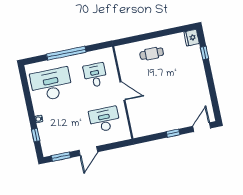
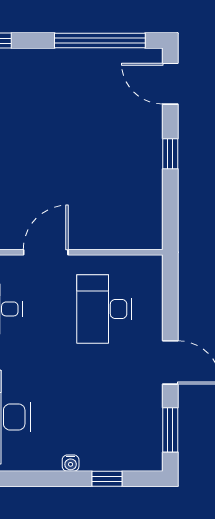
window: (213, 95) -> (100, 41), added

